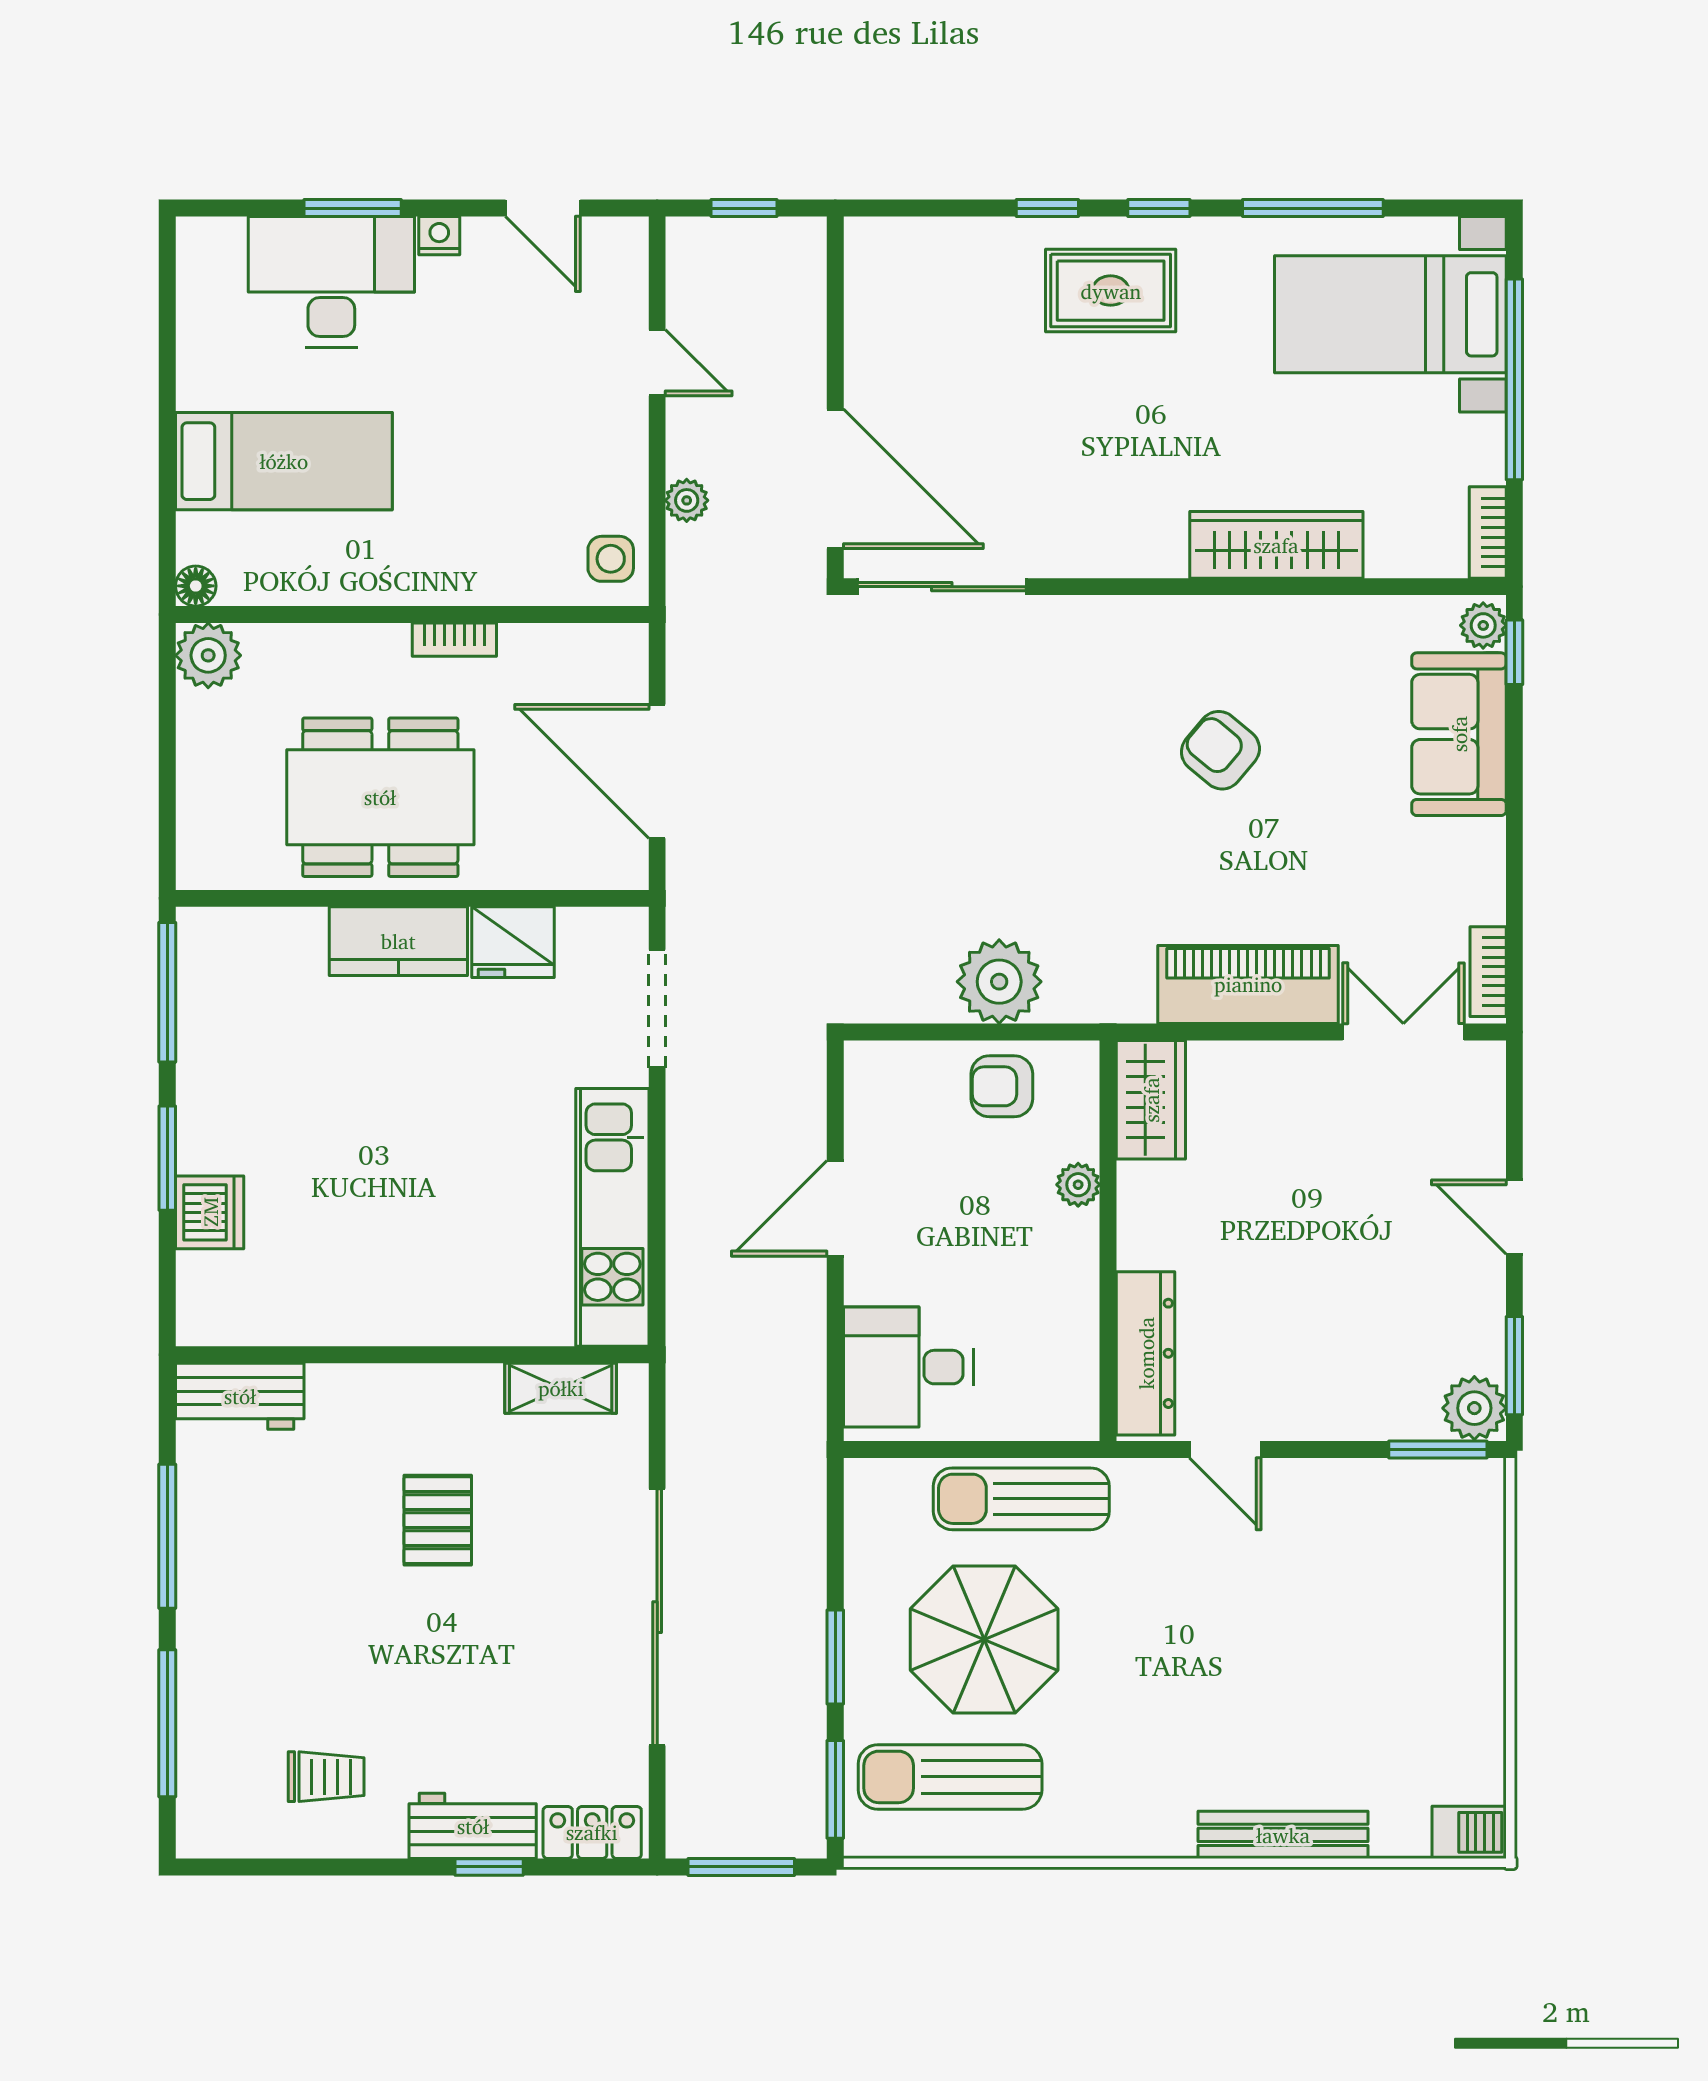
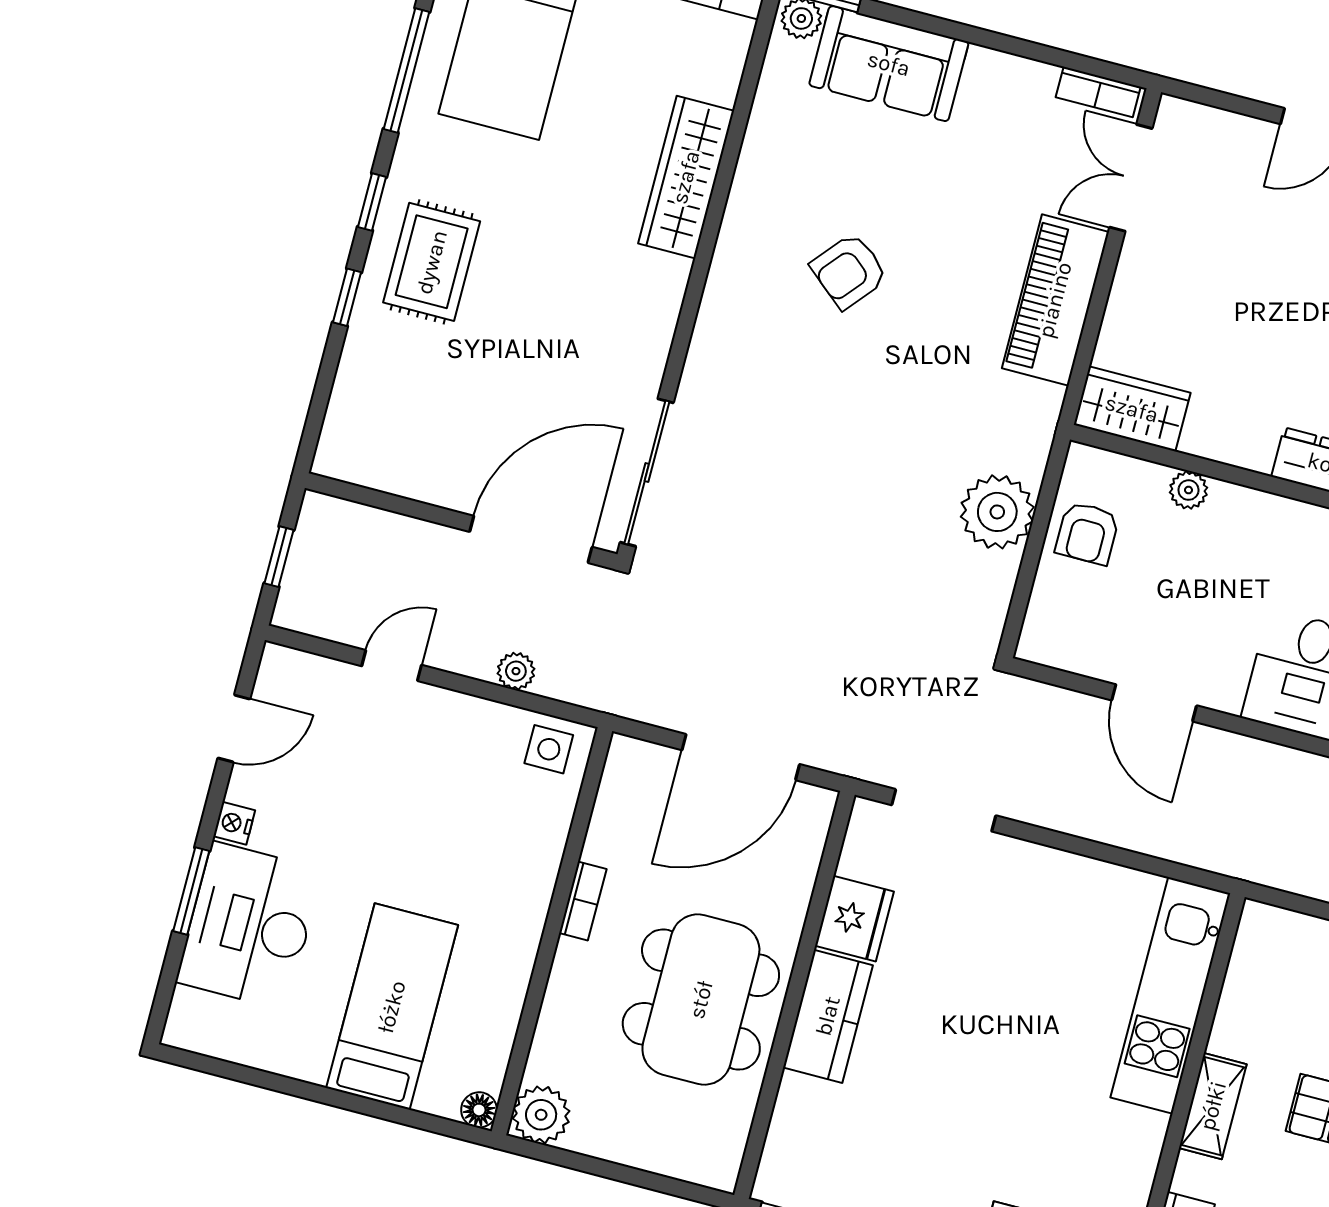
kitchen unit: (612, 1217) -> (1170, 995), moved, turned 90
shelving: (561, 1388) -> (1213, 1106), moved

